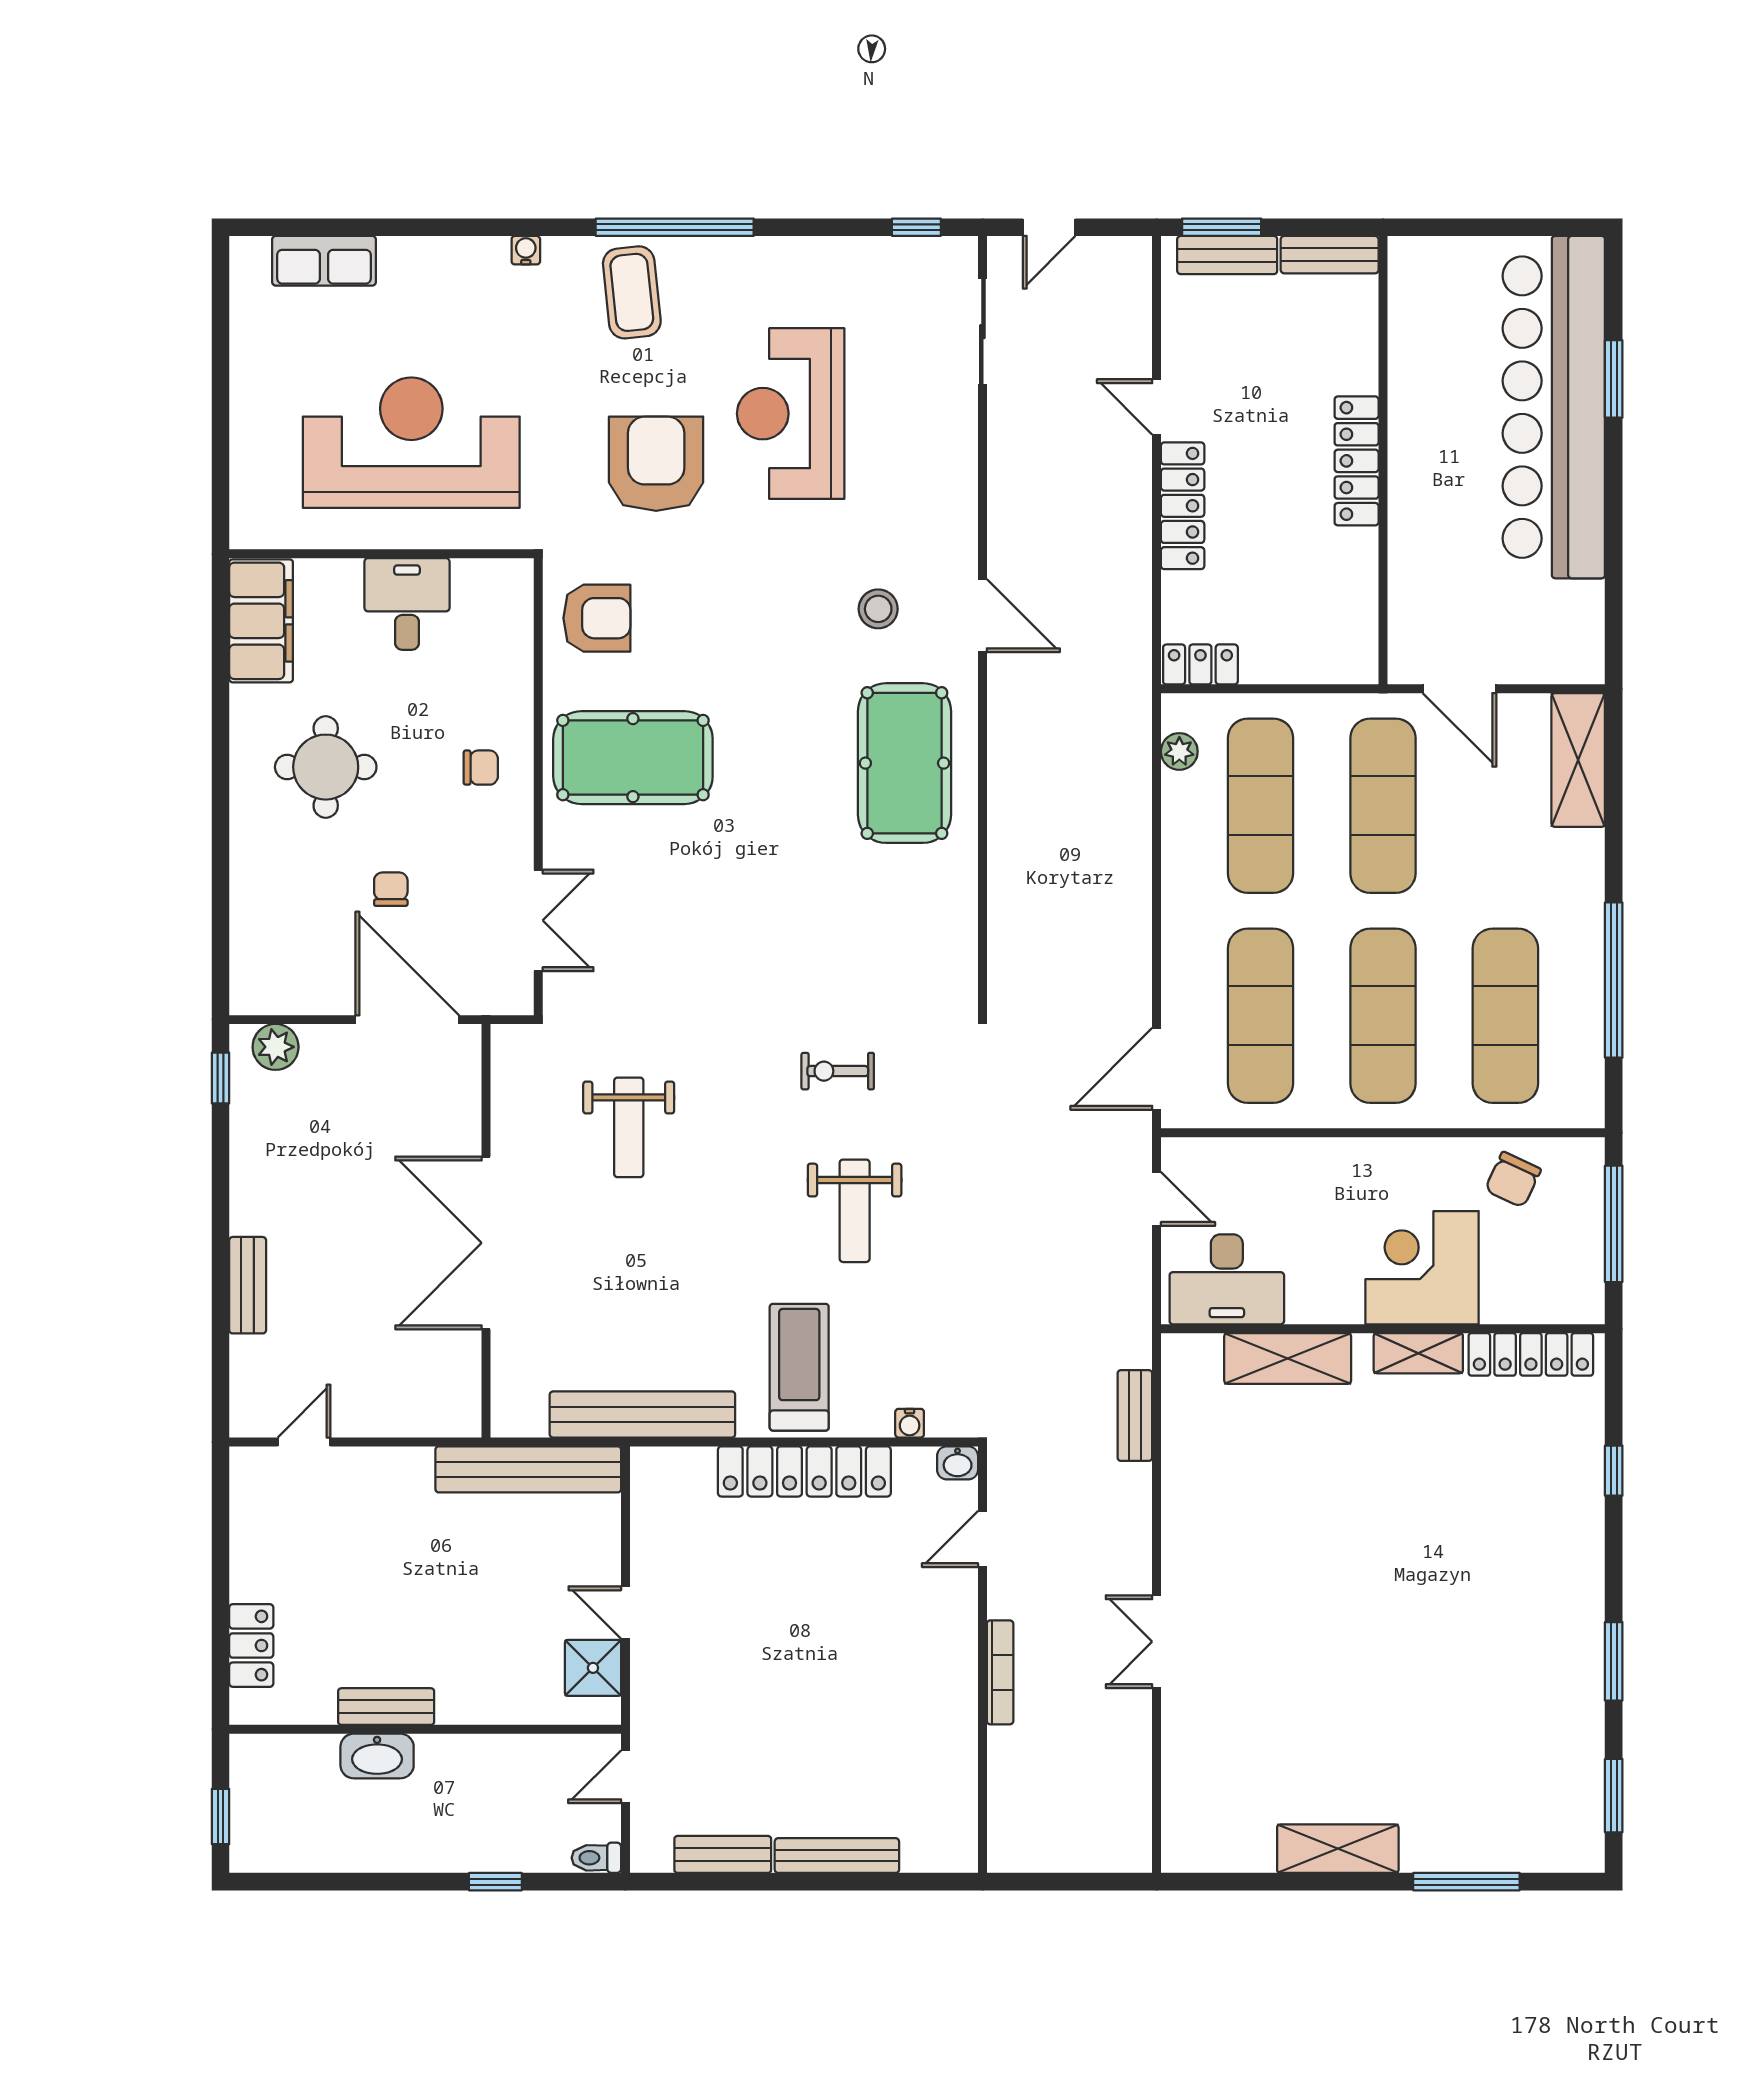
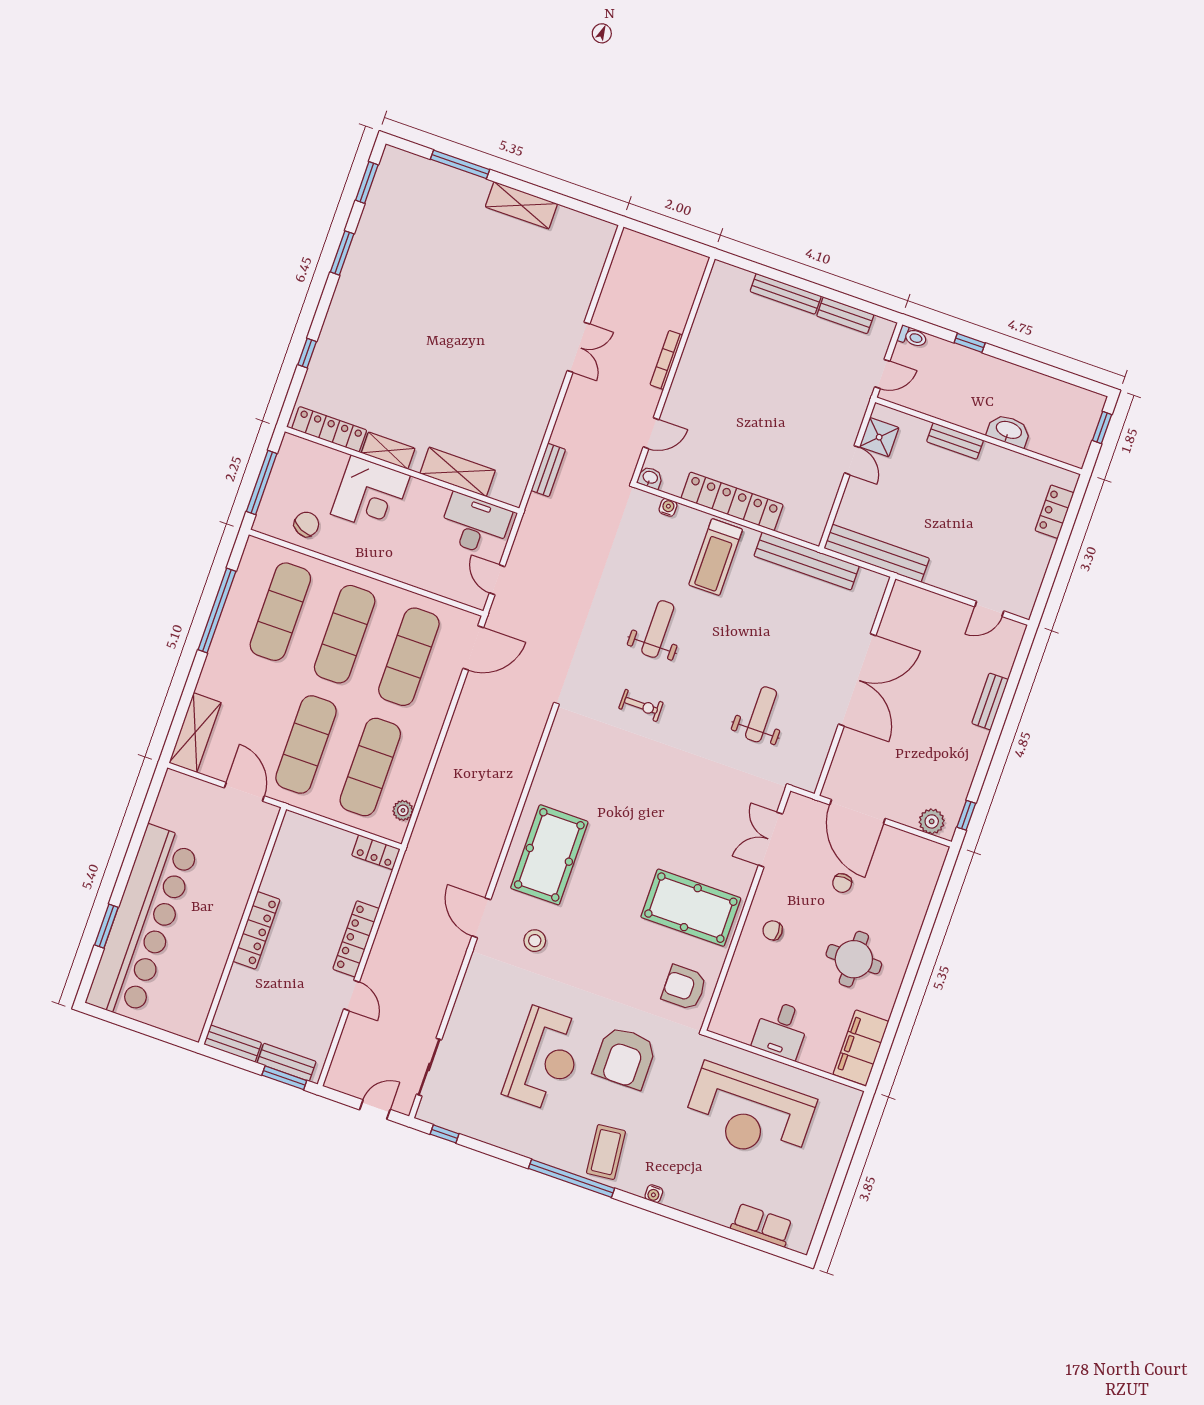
bench: (386, 1707) -> (955, 441), moved

